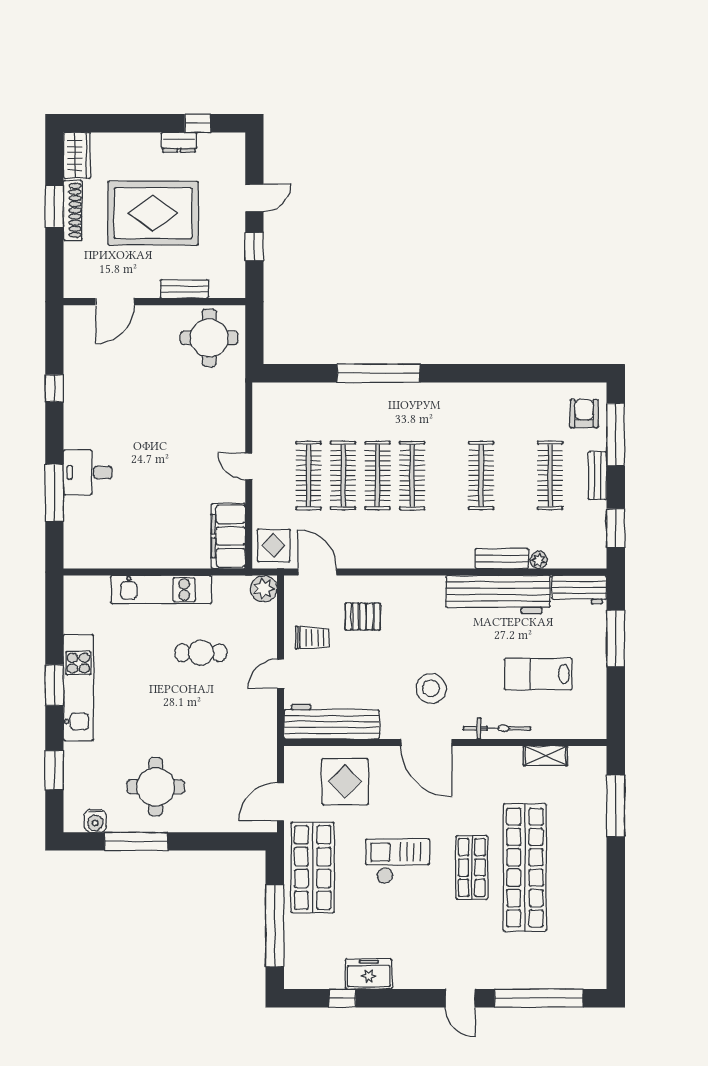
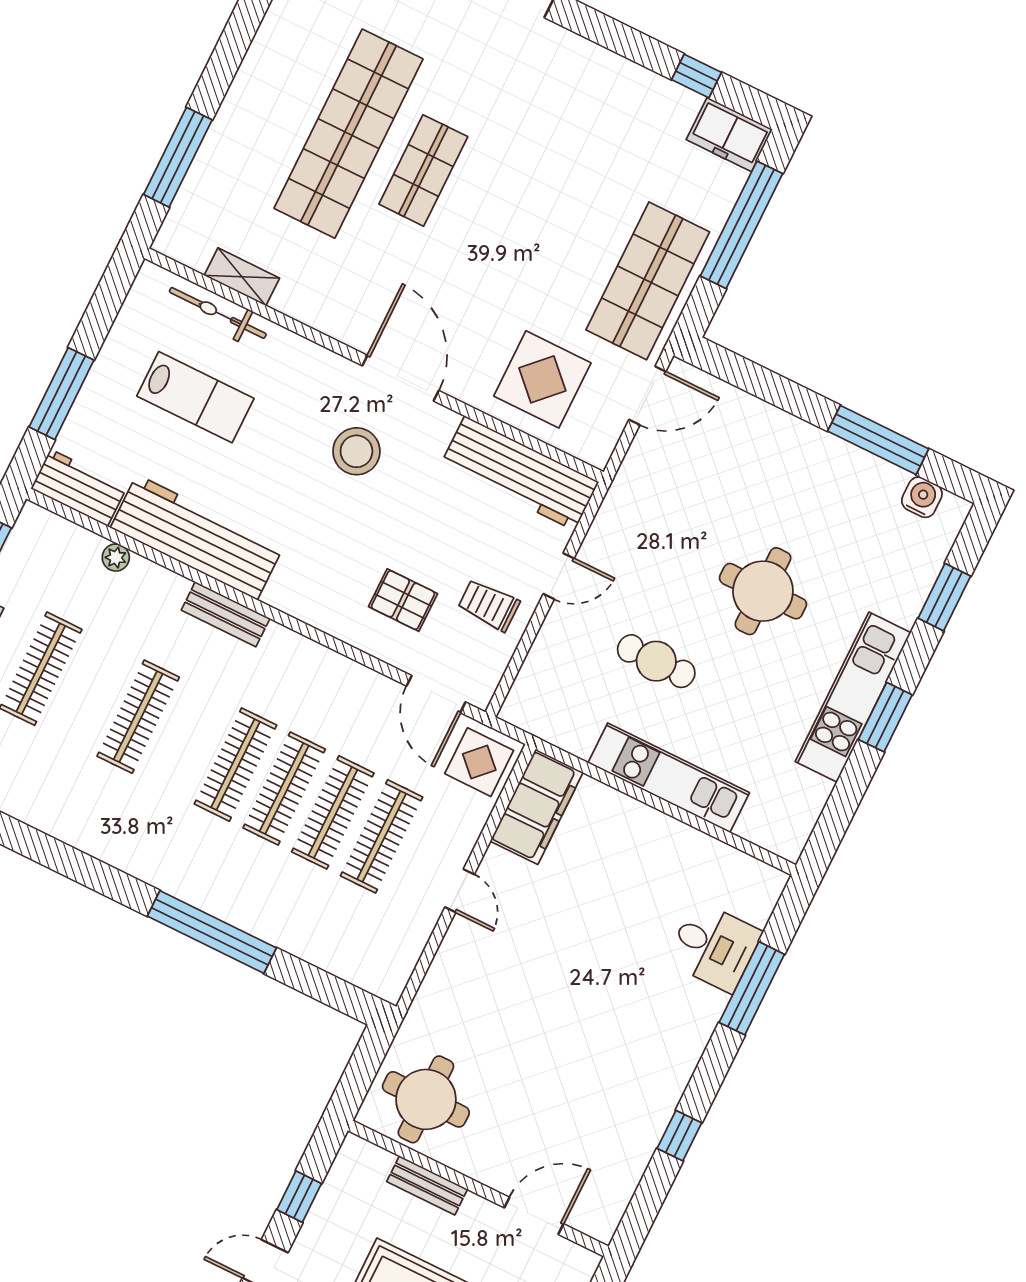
desk: (88, 472) -> (714, 947), moved
bench: (502, 559) -> (226, 614), moved
plant: (264, 589) -> (523, 708), removed
bicycle: (497, 728) -> (218, 313), moved
round table: (156, 787) -> (763, 591), moved
checkout: (398, 861) -> (524, 231), removed
freezer: (369, 974) -> (729, 135), moved

